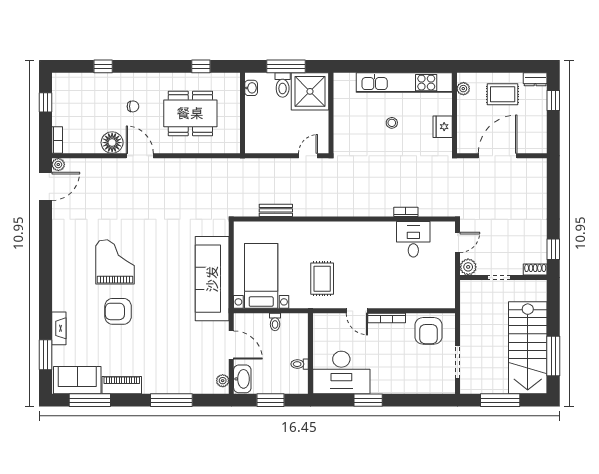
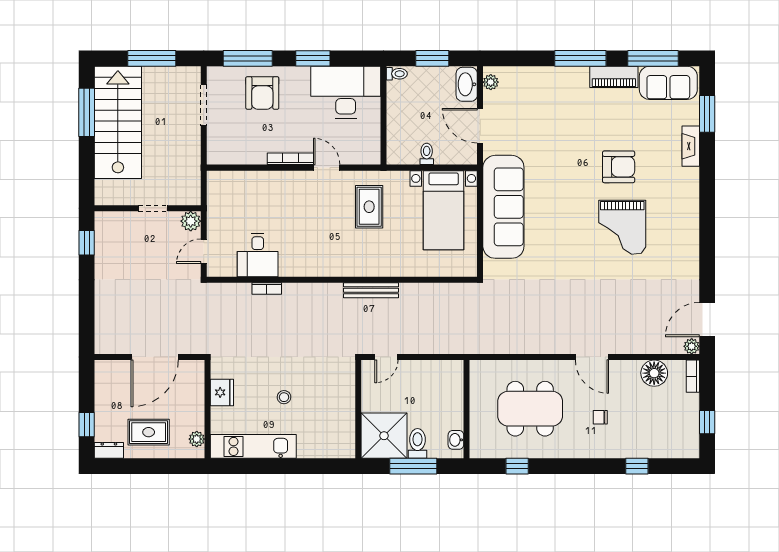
kitchen unit: (404, 83) -> (253, 446), width x0.73
floor lamp: (112, 143) -> (654, 373), moved
bench: (276, 210) -> (371, 290), moved, width x1.36
shoe rack: (535, 269) -> (109, 218), removed
armchair: (429, 331) -> (262, 93), moved, turned 180
toilet: (300, 364) -> (397, 74), moved
window: (171, 400) -> (580, 58), moved
window: (421, 400) -> (248, 58), added

